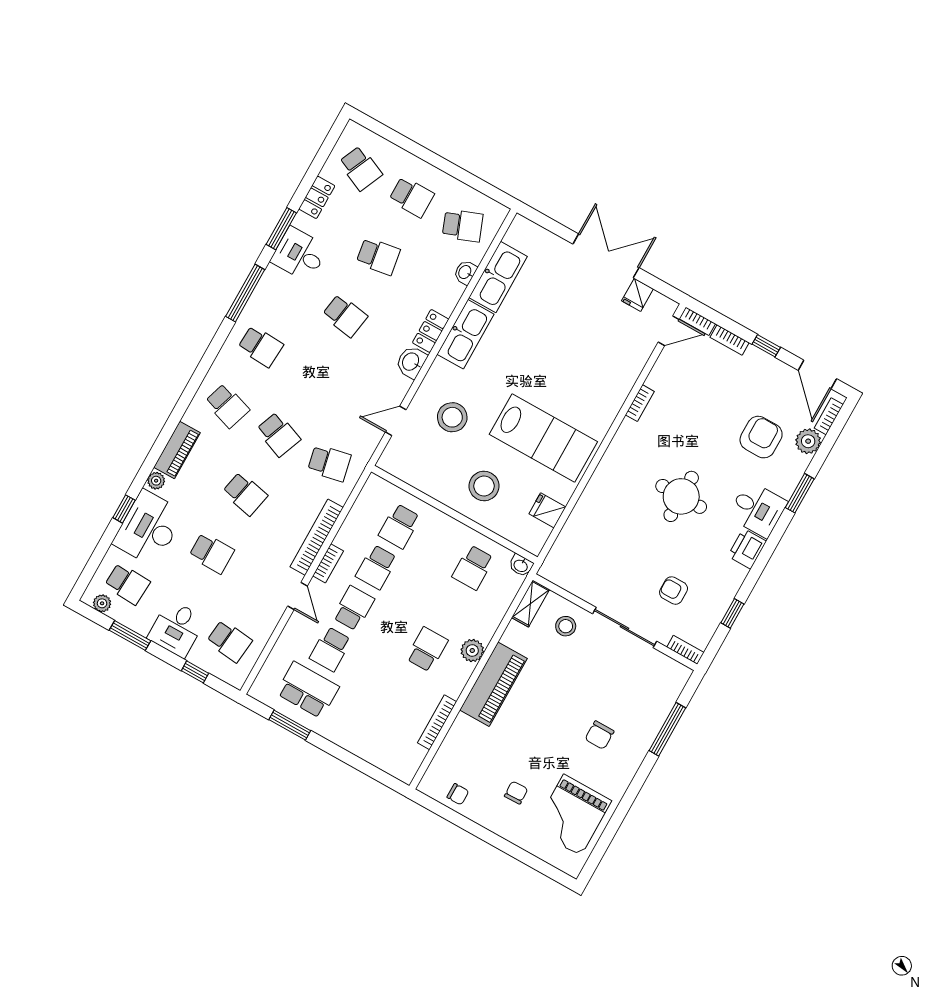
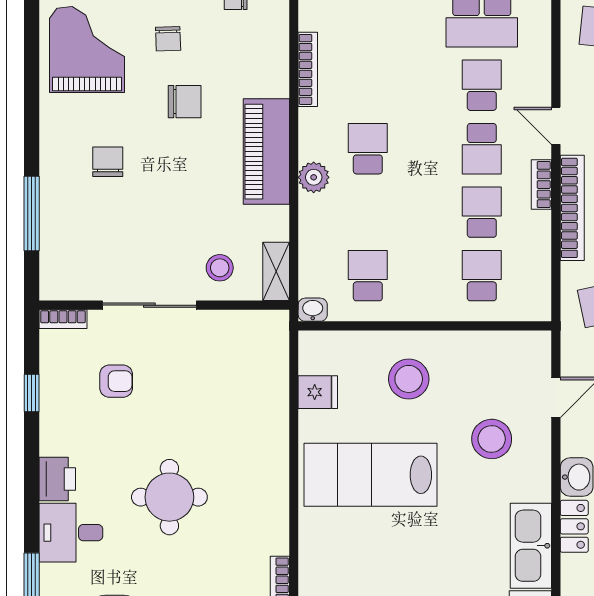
school desk: (427, 649) -> (368, 149), turned 180
chair: (528, 746) -> (185, 102), added

